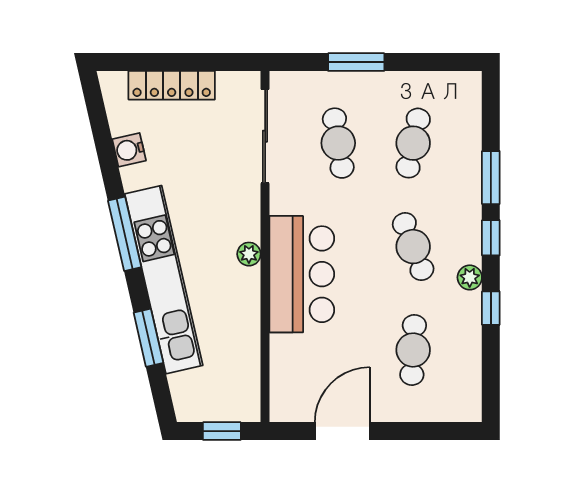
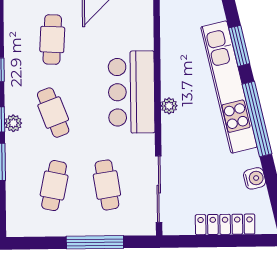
window: (356, 62) -> (95, 242), width x1.44
window: (125, 234) -> (257, 119), width x1.46
plant: (470, 277) -> (13, 123), moved

